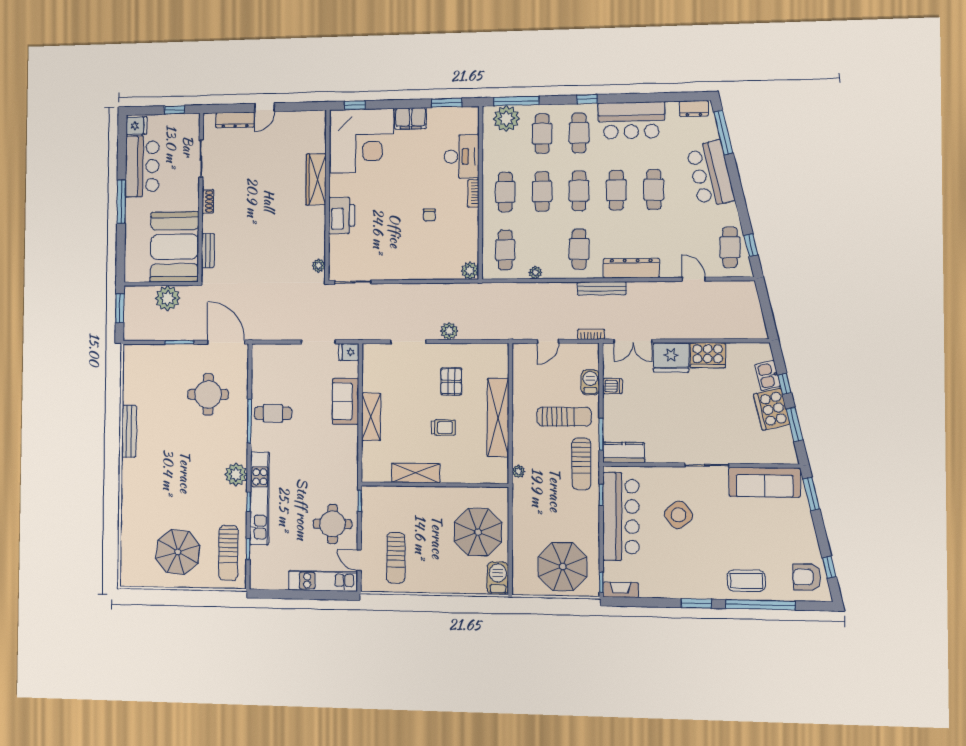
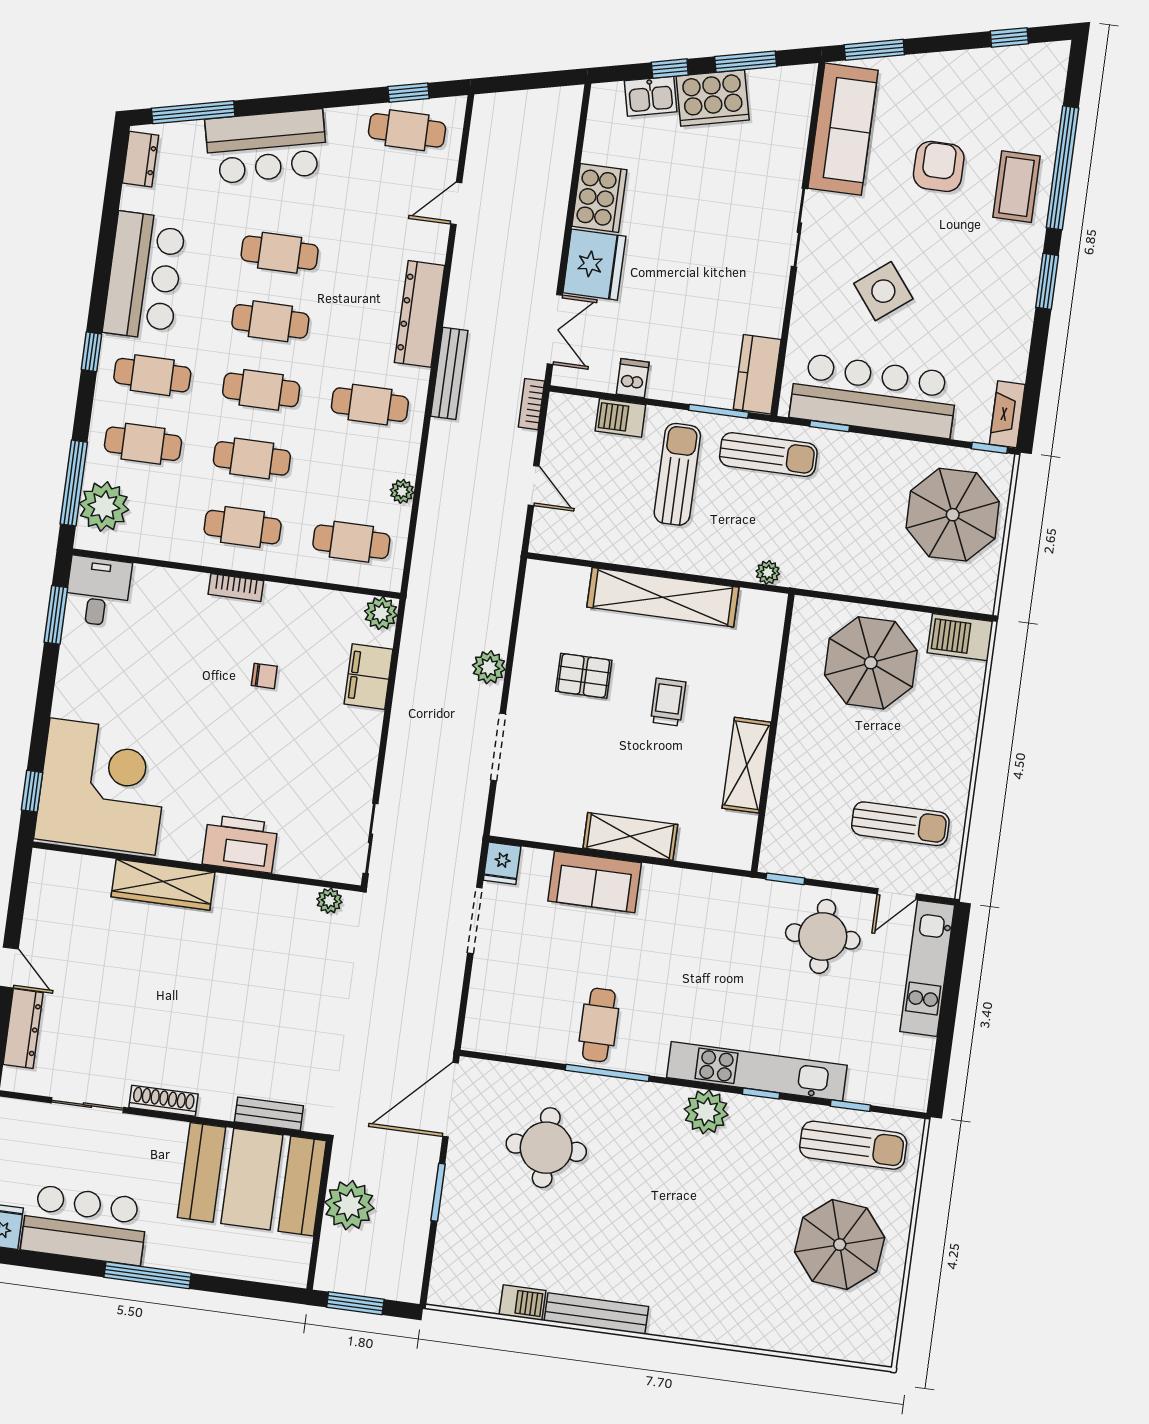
filing cabinet: (411, 118) -> (369, 677), moved, turned 180
desk: (462, 156) -> (98, 591), moved, width x0.73
shoe rack: (208, 201) -> (163, 1101), width x1.43
barbecue: (130, 393) -> (523, 1303), added
armchair: (807, 577) -> (939, 166), moved, turned 180

